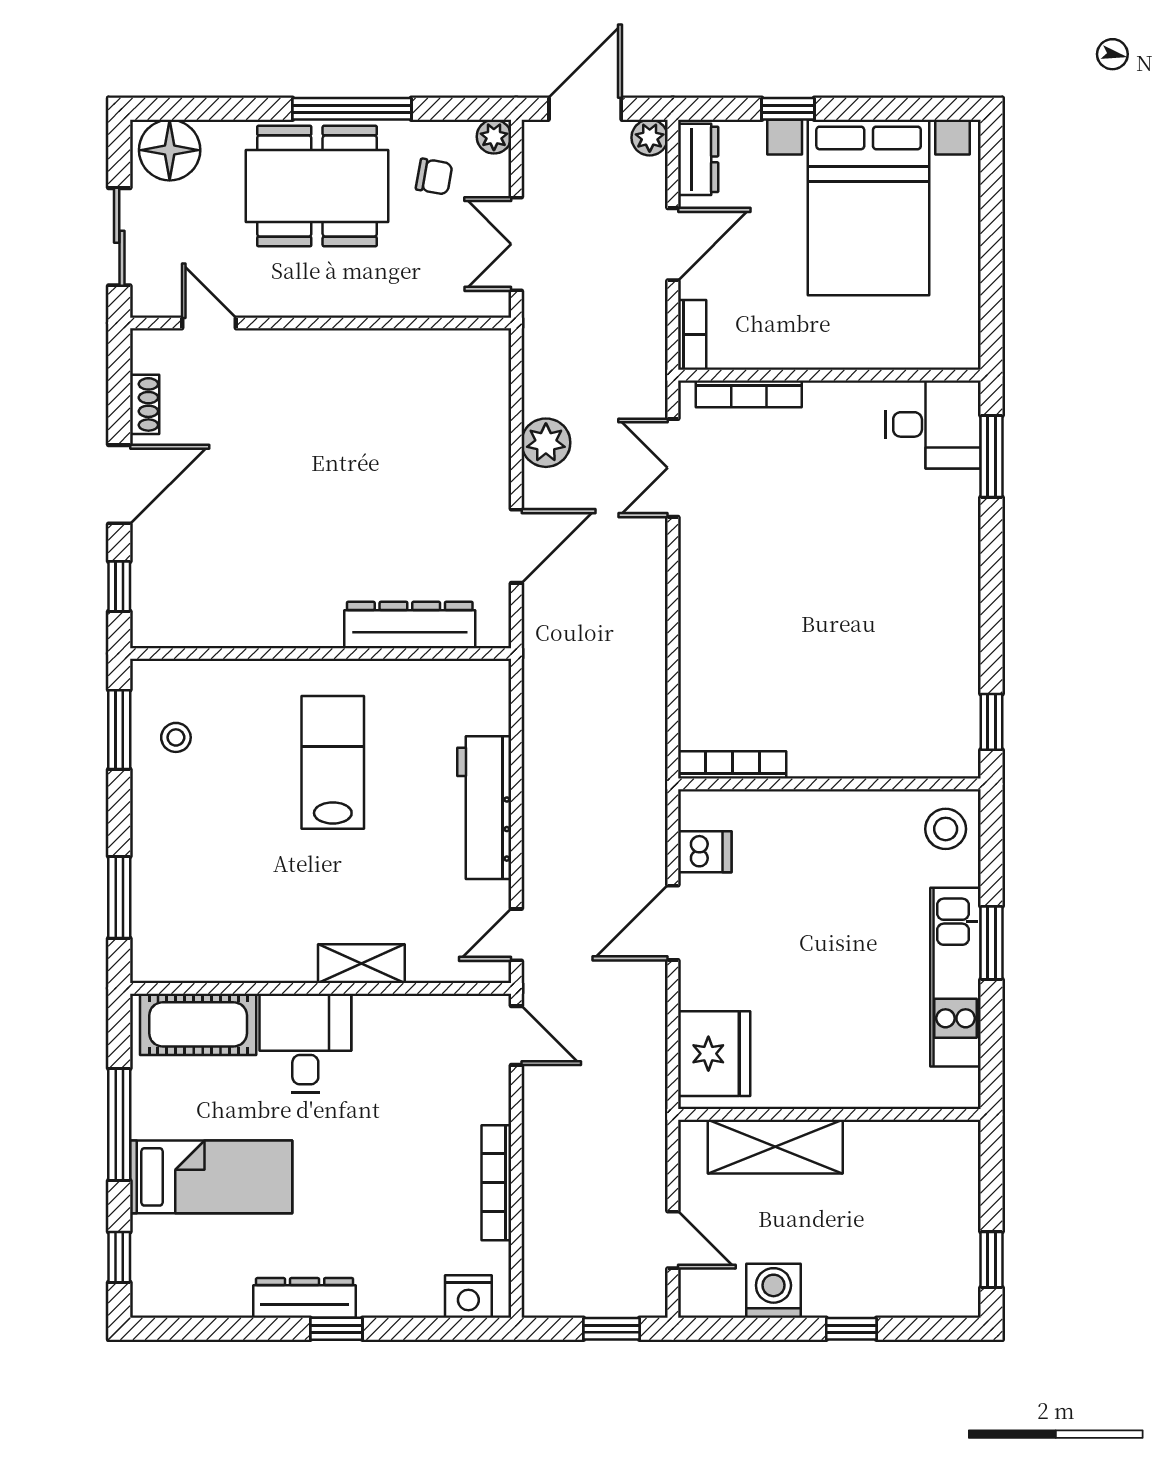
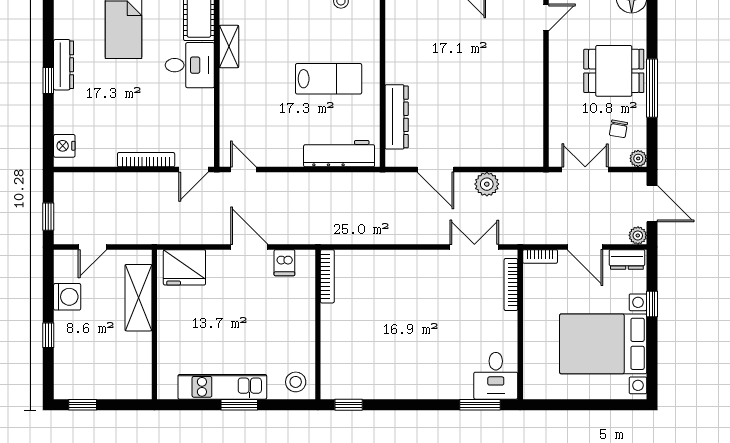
dining table: (317, 186) -> (614, 71), width x0.73
workbench: (484, 808) -> (339, 154), moved
shelving: (361, 964) -> (229, 46), moved
bookcase: (496, 1183) -> (146, 160), moved

